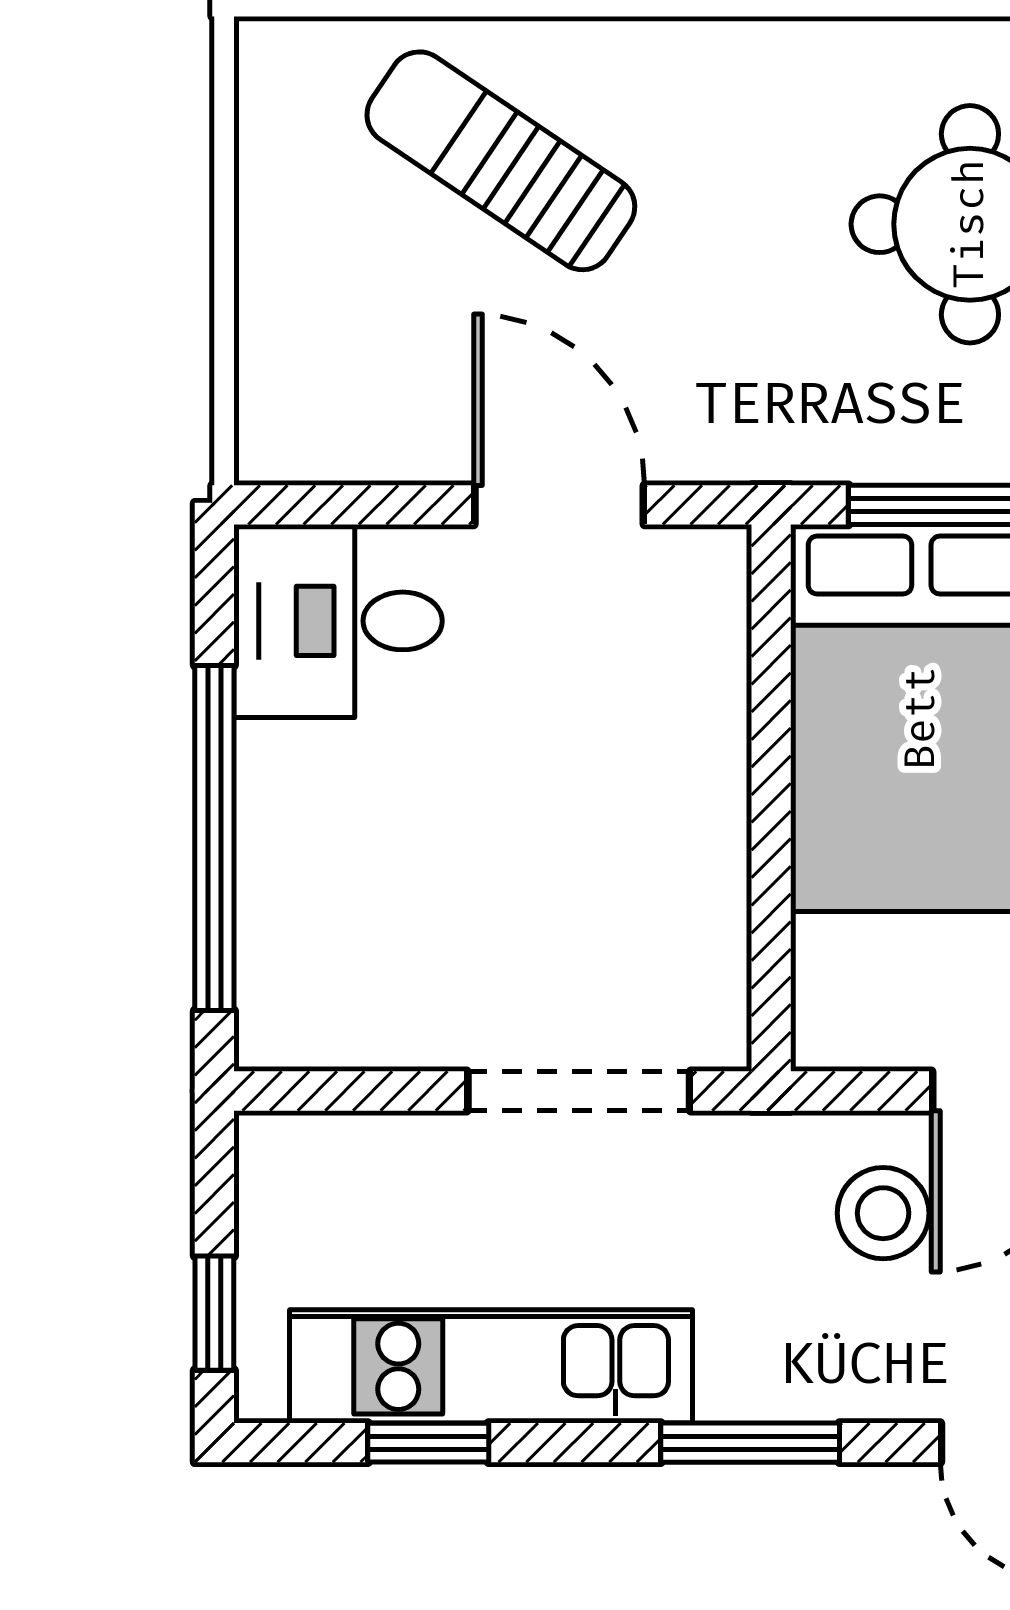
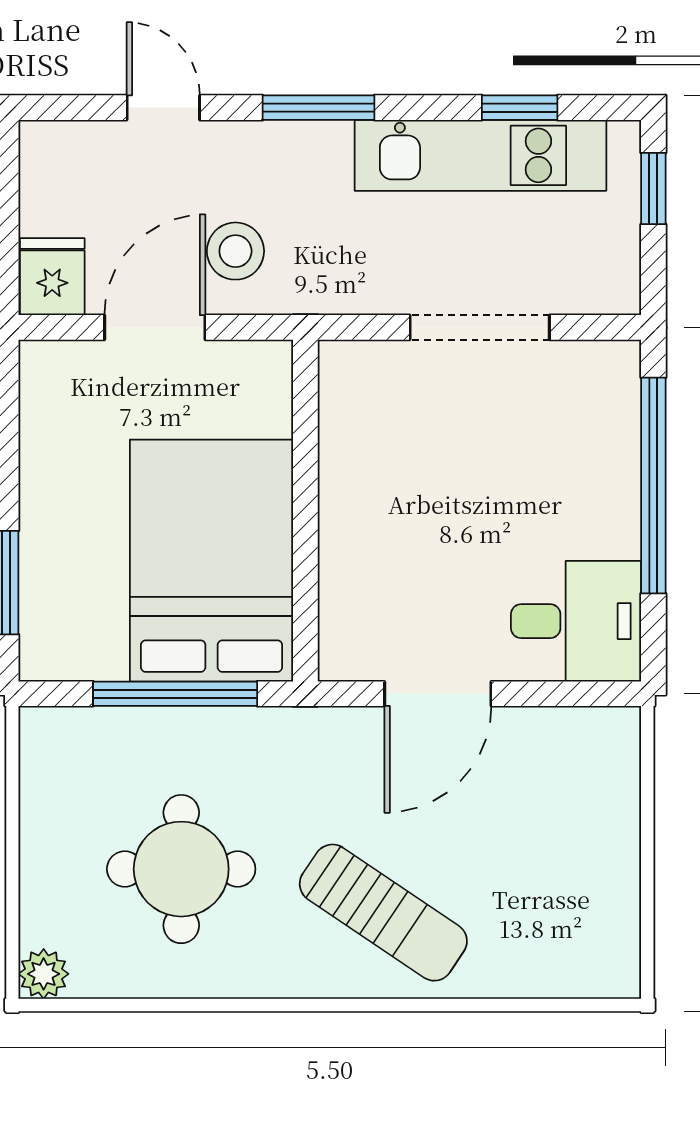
sun lounger: (501, 161) -> (383, 913), moved
door: (559, 505) -> (438, 694), hinge flipped
doorway: (579, 1091) -> (480, 327), moved

